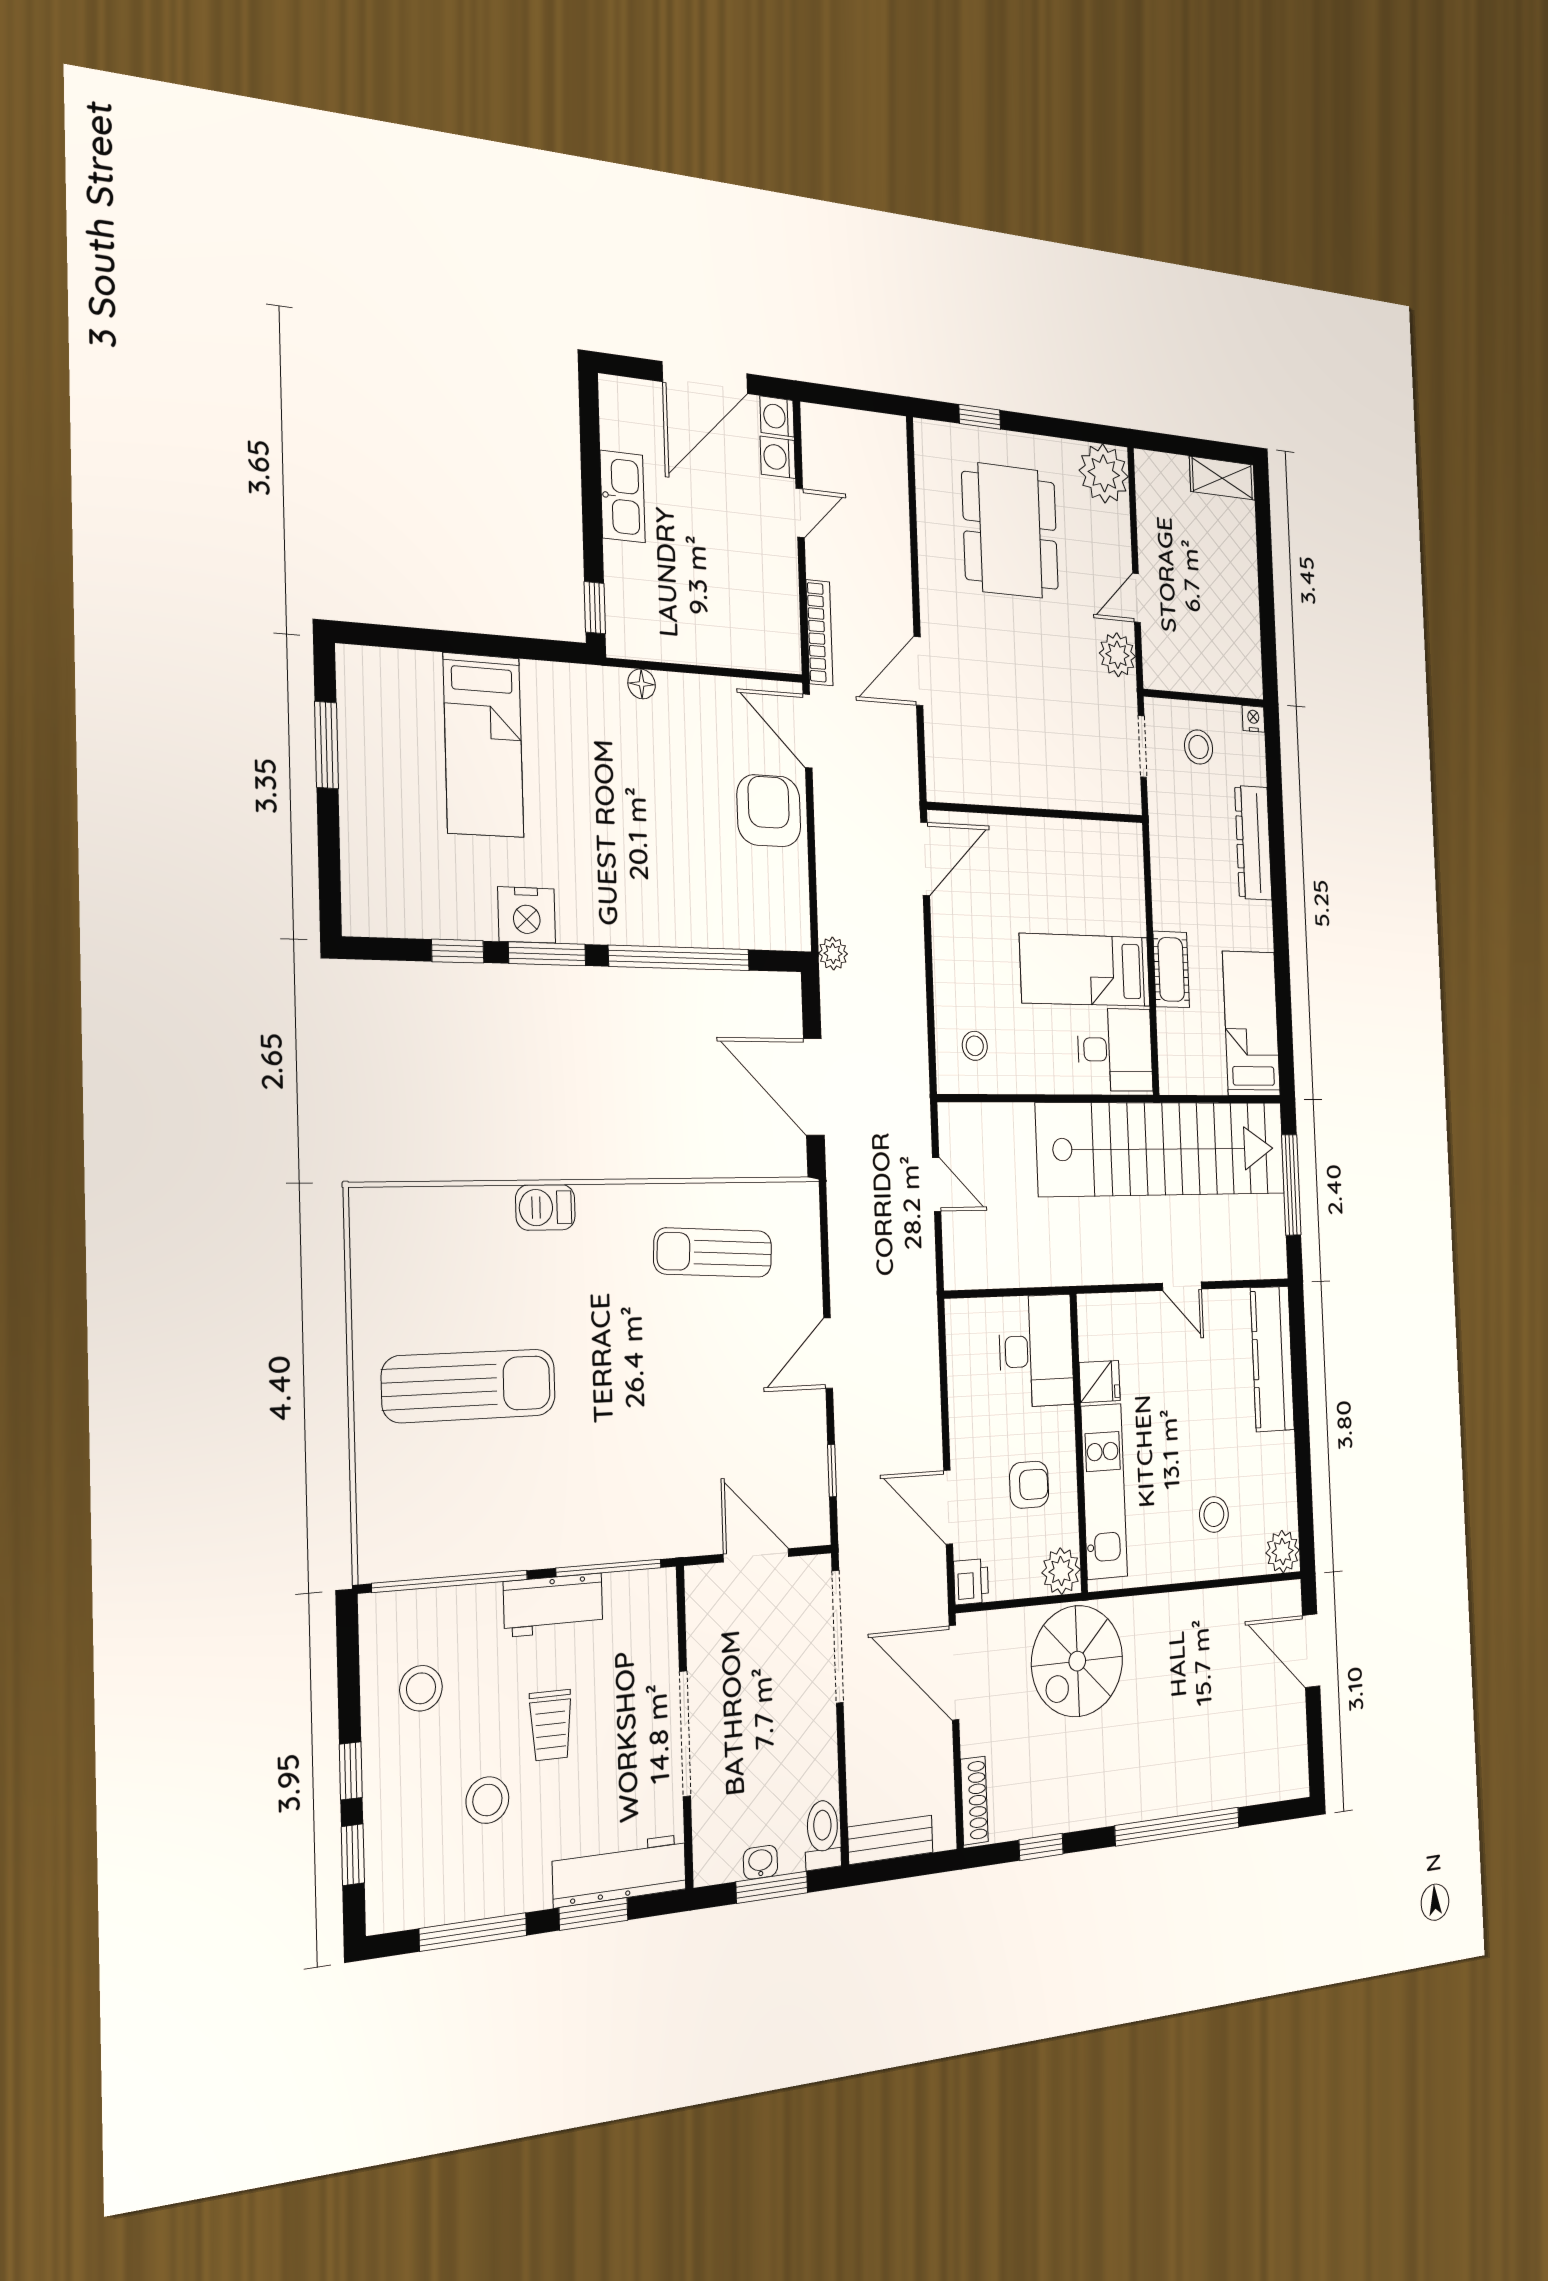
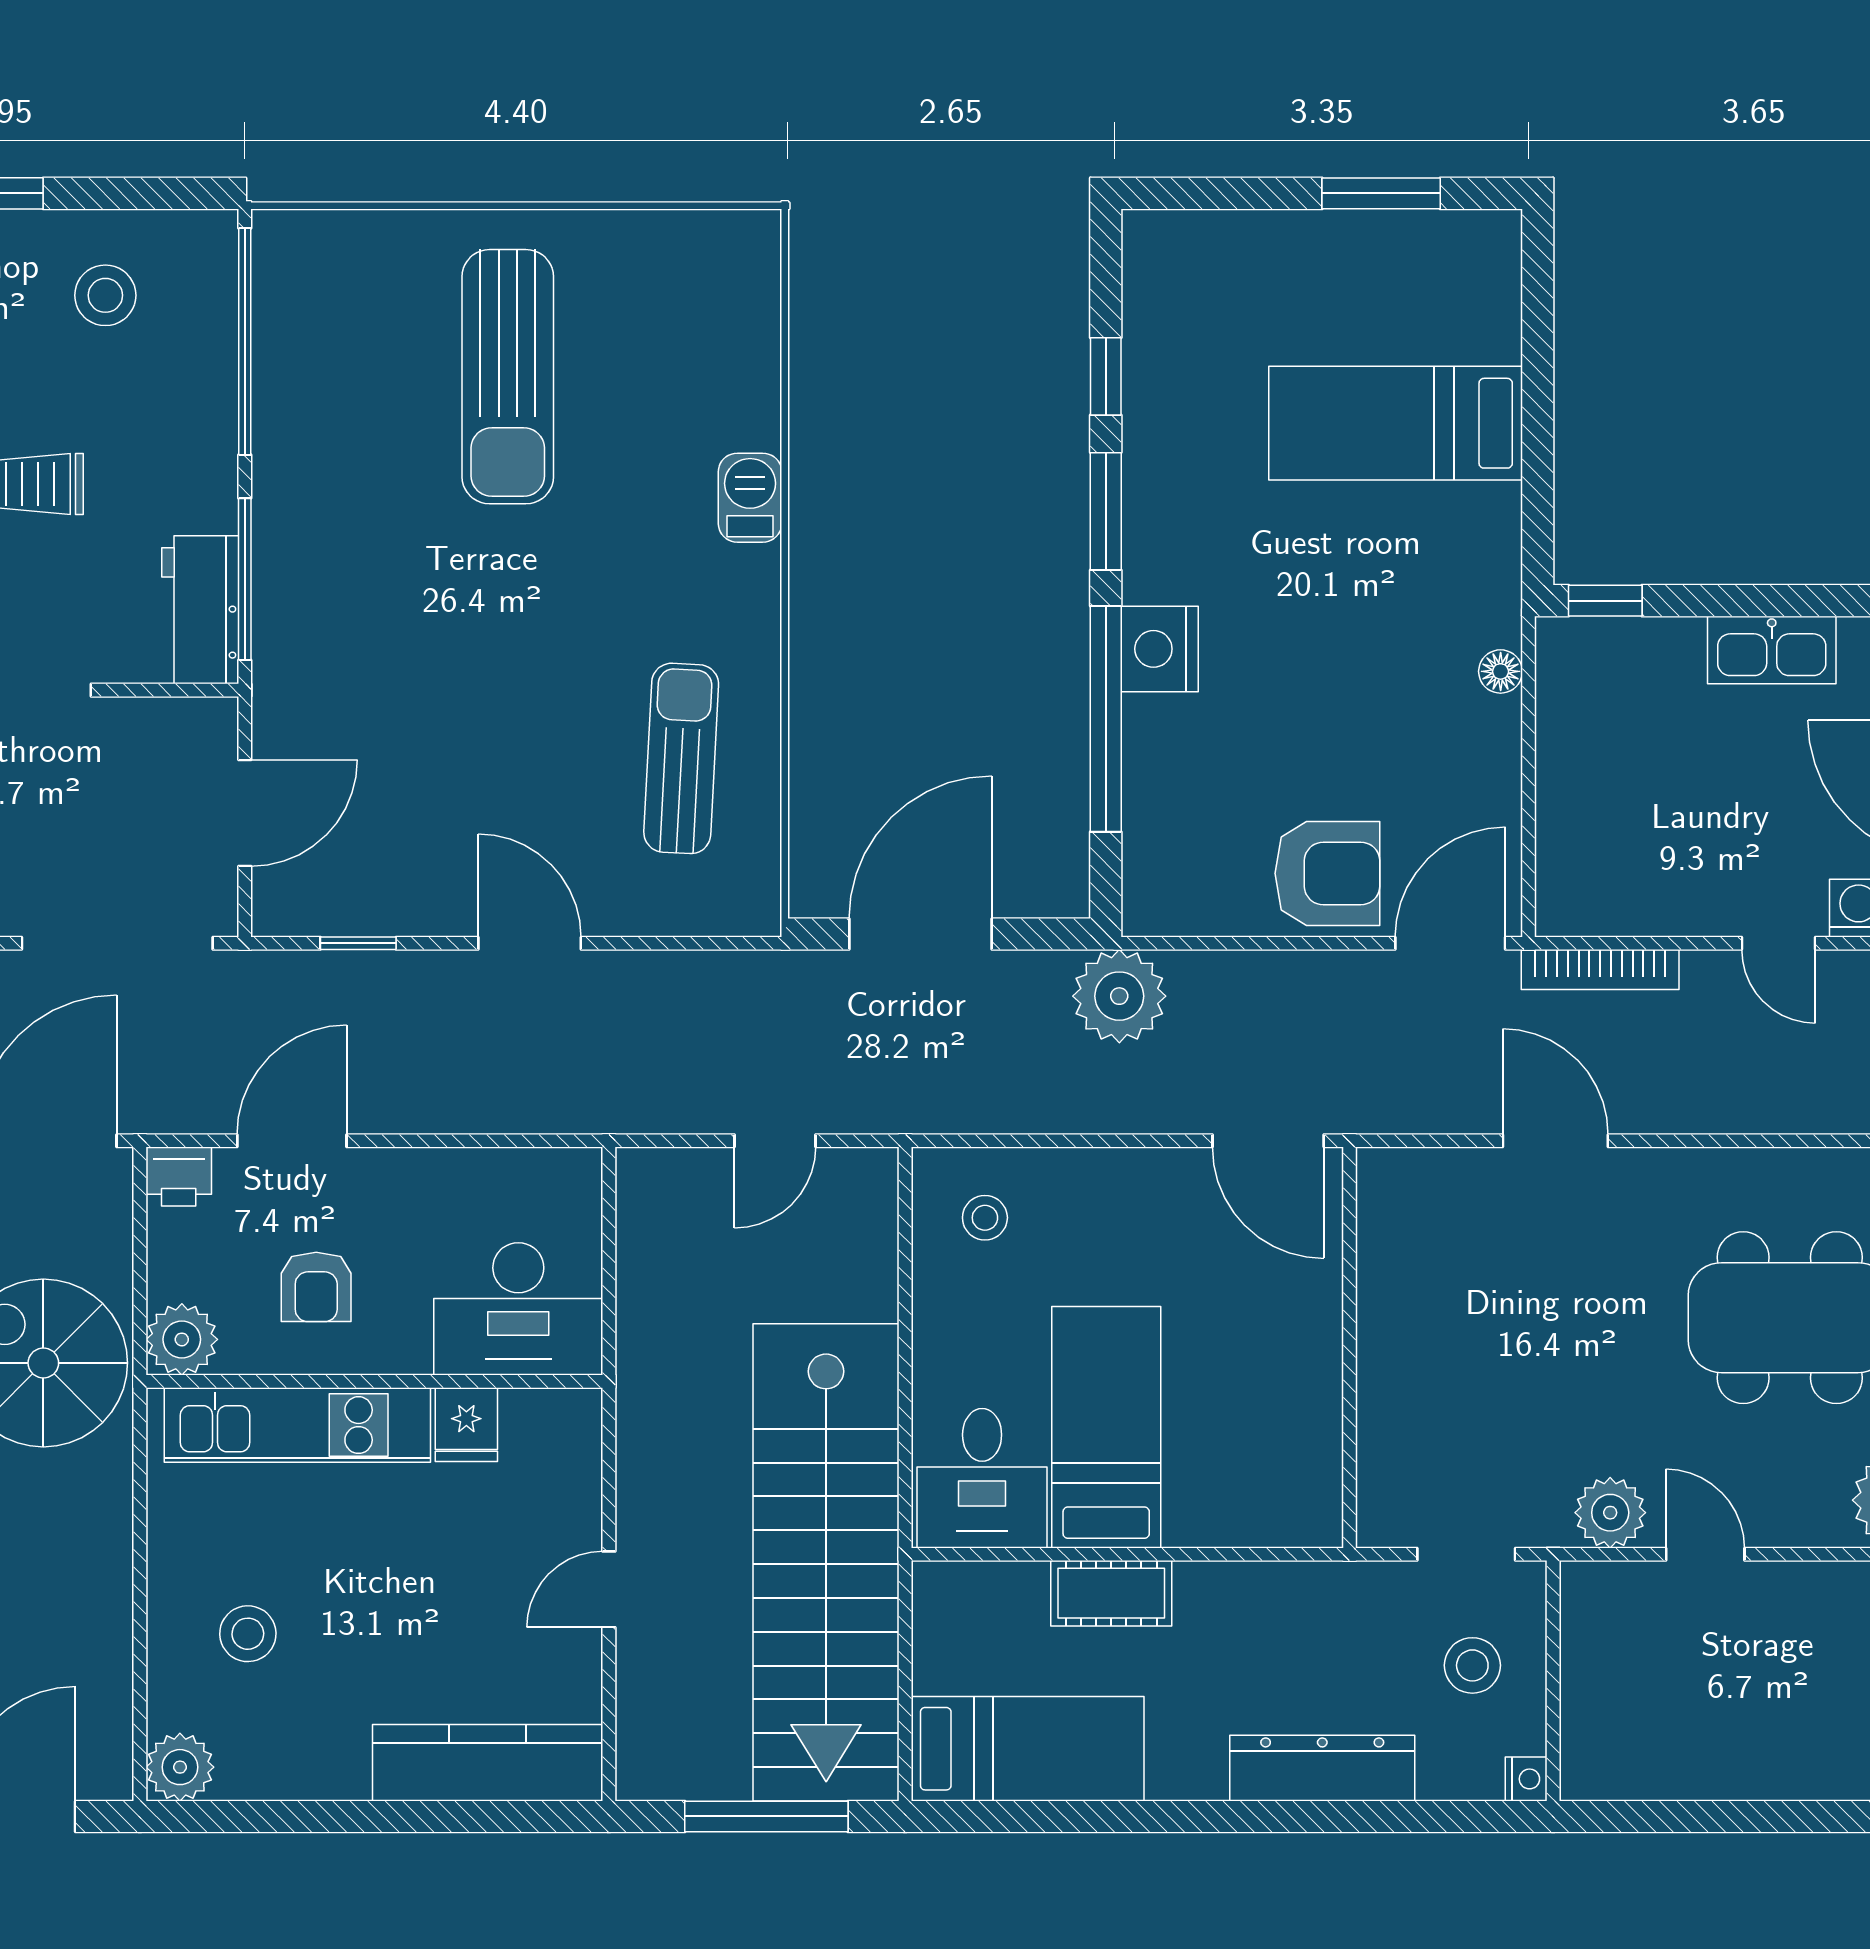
nightstand: (527, 915) -> (1160, 649), moved
plant: (833, 953) -> (1119, 996), width x1.88, depth x1.88
workbench: (553, 1605) -> (200, 610), moved

